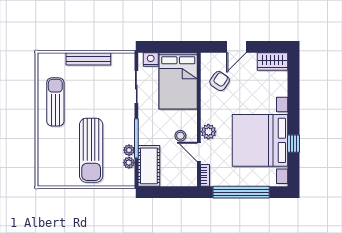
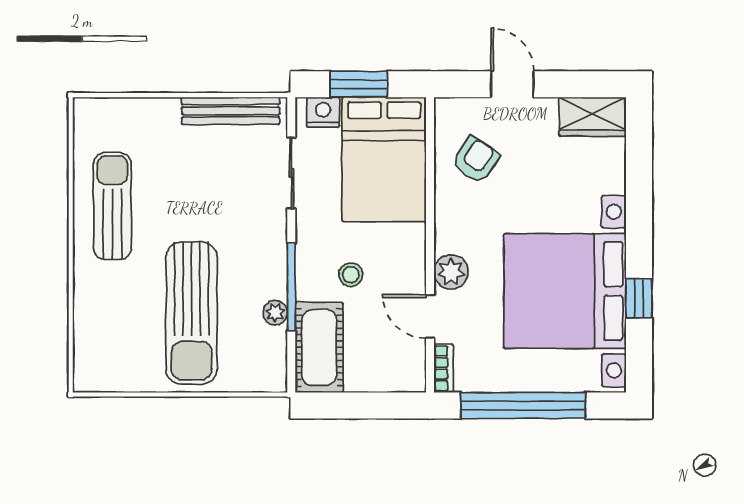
window: (167, 47) -> (359, 84), added
door: (236, 47) -> (512, 84), swing flipped
bench: (88, 59) -> (231, 111), moved
stool: (180, 136) -> (351, 275), moved
plant: (129, 163) -> (275, 340), removed

